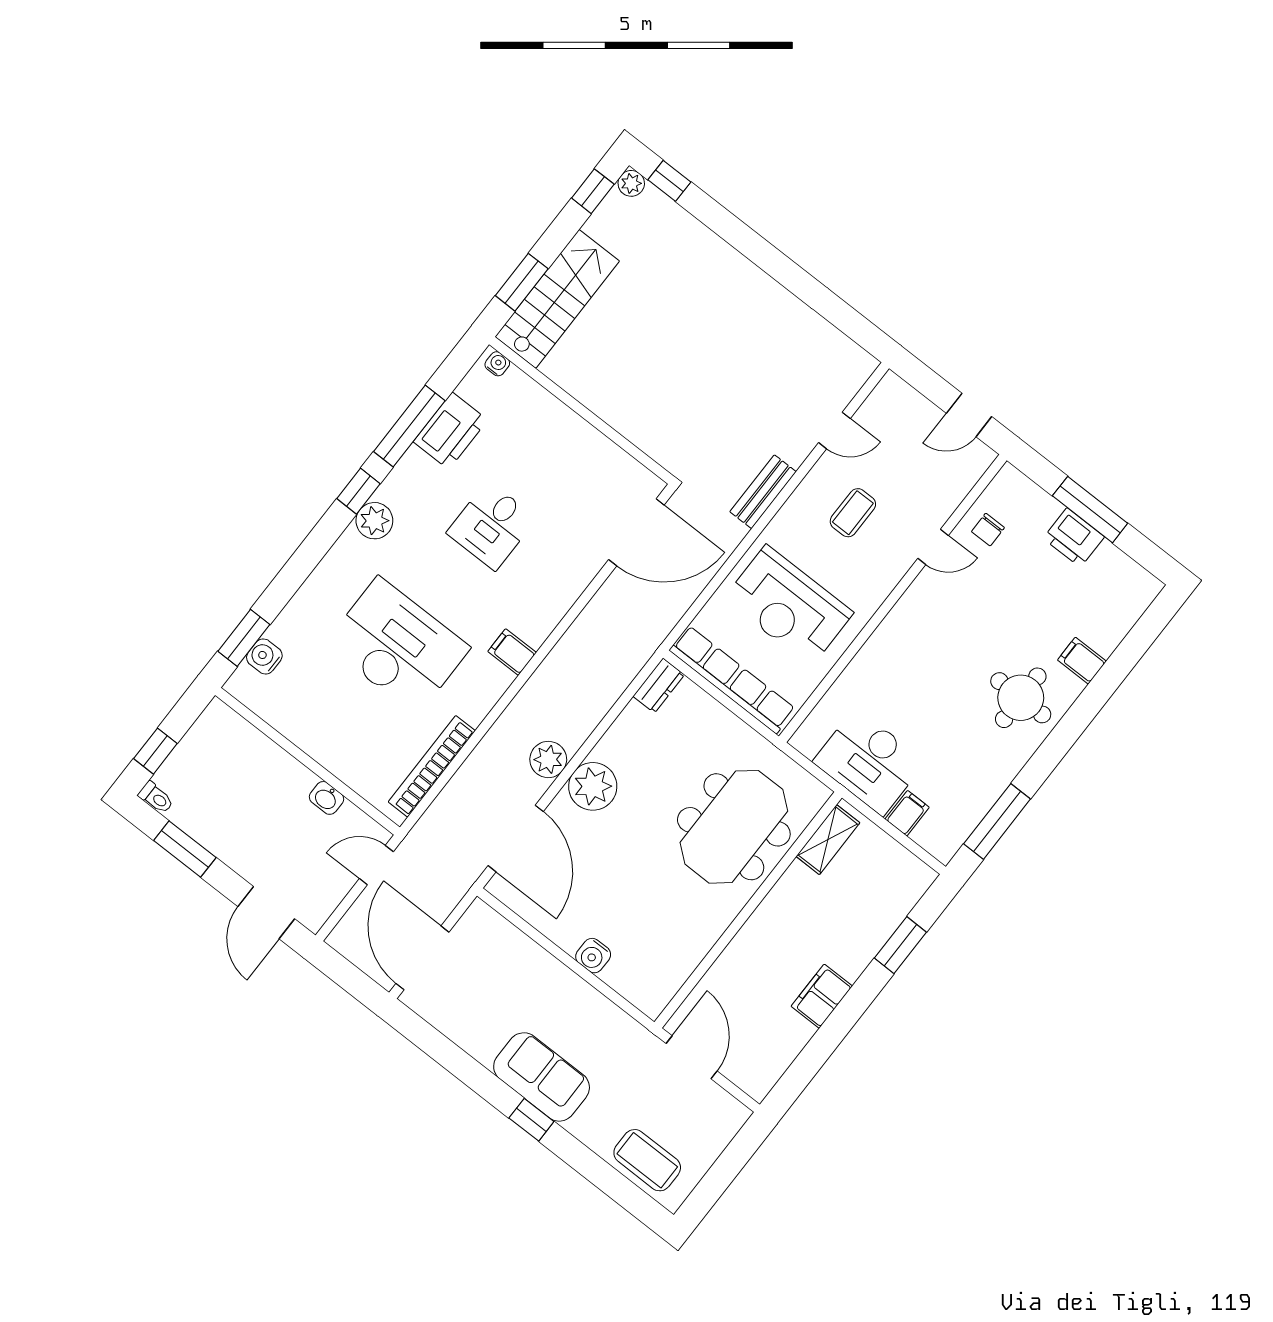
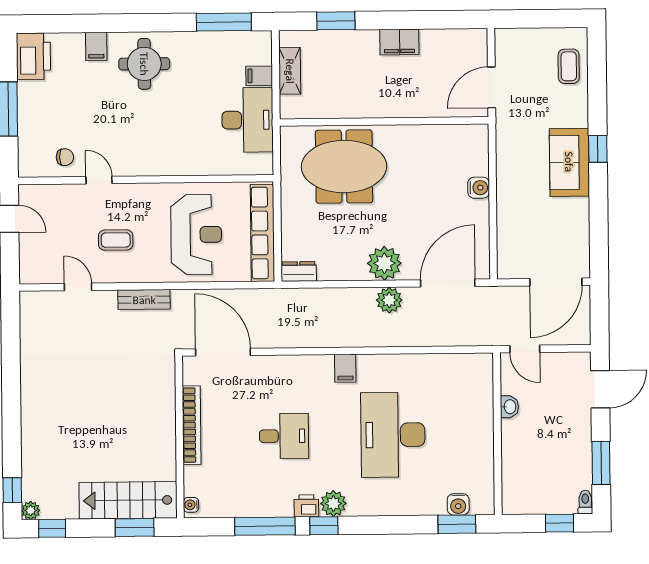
printer: (450, 431) -> (306, 506), moved, width x0.53, depth x0.68
printer: (1074, 538) -> (33, 56), moved, width x1.37, depth x1.19
bookcase: (432, 766) -> (192, 425), moved, turned -90
shelving: (828, 840) -> (290, 71), moved, turned 90
coffee table: (647, 1160) -> (569, 66), width x0.73, depth x0.77

